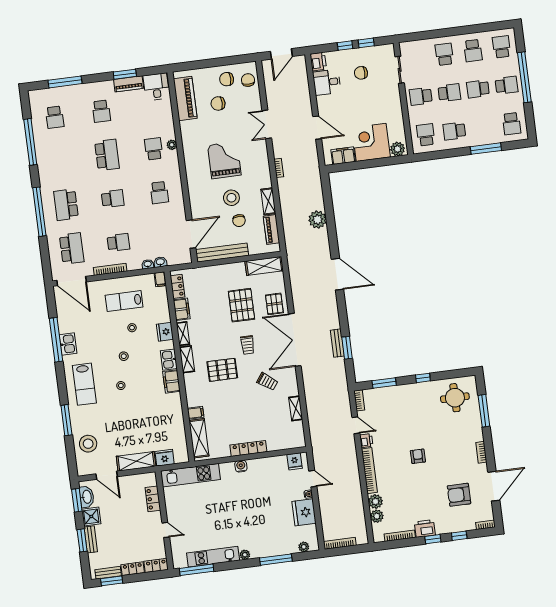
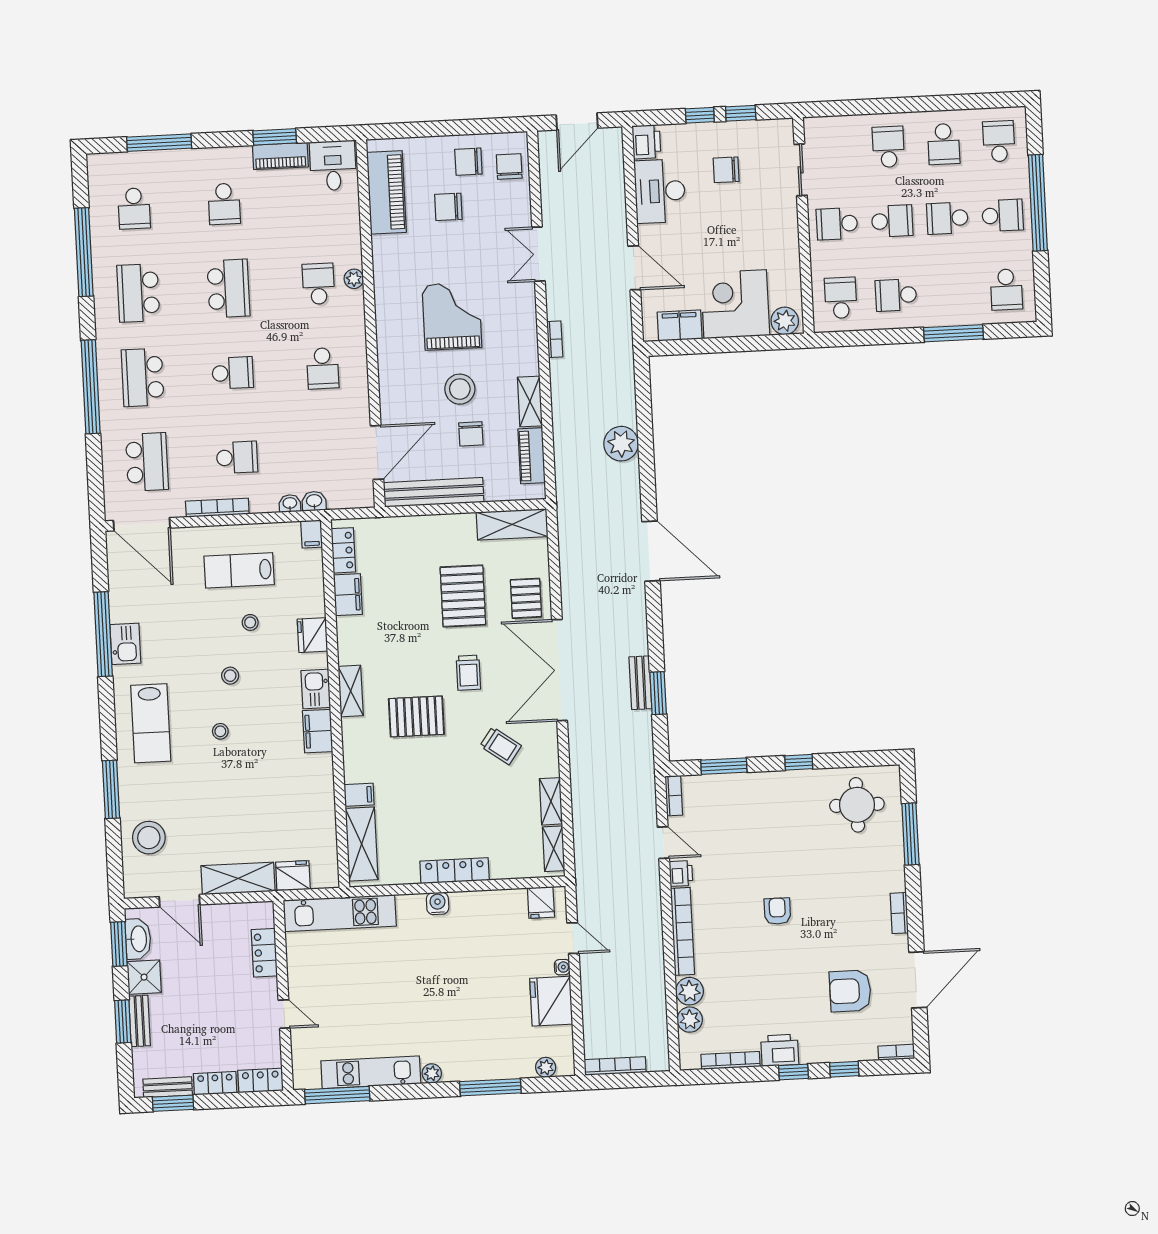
desk: (327, 82) -> (660, 191), width x1.37
school desk: (60, 161) -> (138, 293), added
shelving: (183, 334) -> (554, 849), moved

